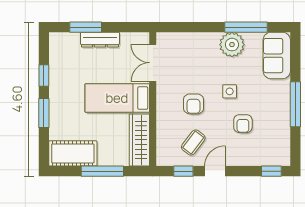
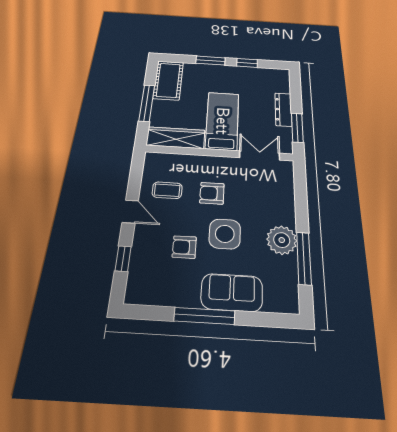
window: (86, 27) -> (297, 128), moved
sofa: (277, 56) -> (232, 292), moved
side table: (230, 91) -> (225, 234), width x1.87, depth x1.87
coffee table: (193, 142) -> (167, 190), turned -37
window: (183, 171) -> (135, 178), removed
window: (271, 171) -> (123, 259), moved

